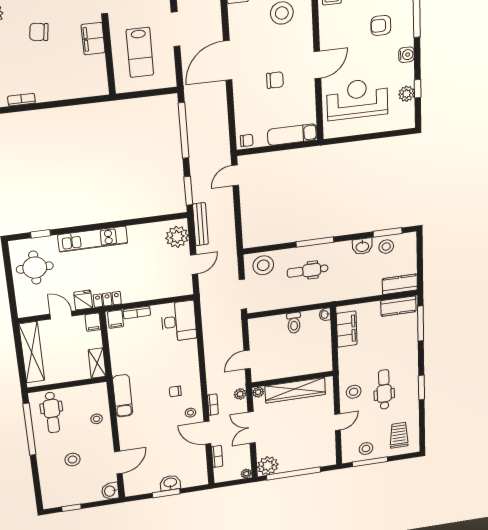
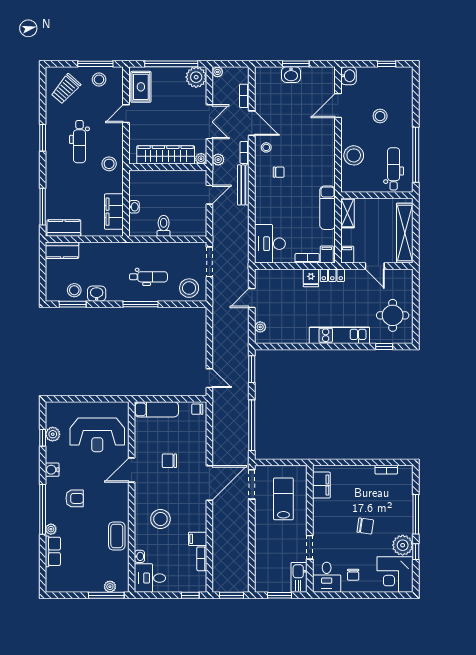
doorway: (176, 29) -> (252, 484), moved
filing cabinet: (93, 39) -> (321, 485), moved
door: (235, 175) -> (209, 378), hinge flipped
bench: (200, 224) -> (243, 185), moved
plant: (177, 237) -> (260, 327), width x0.53, depth x0.53
fridge: (83, 300) -> (311, 278), moved
washbasin: (325, 314) -> (134, 207), moved
stool: (354, 392) -> (109, 164), moved
exam couch: (123, 396) -> (328, 208), moved
stool: (97, 419) -> (354, 155), width x1.89, depth x1.89
trolley: (399, 435) -> (66, 89), turned 41
rug: (323, 448) -> (141, 87), added

